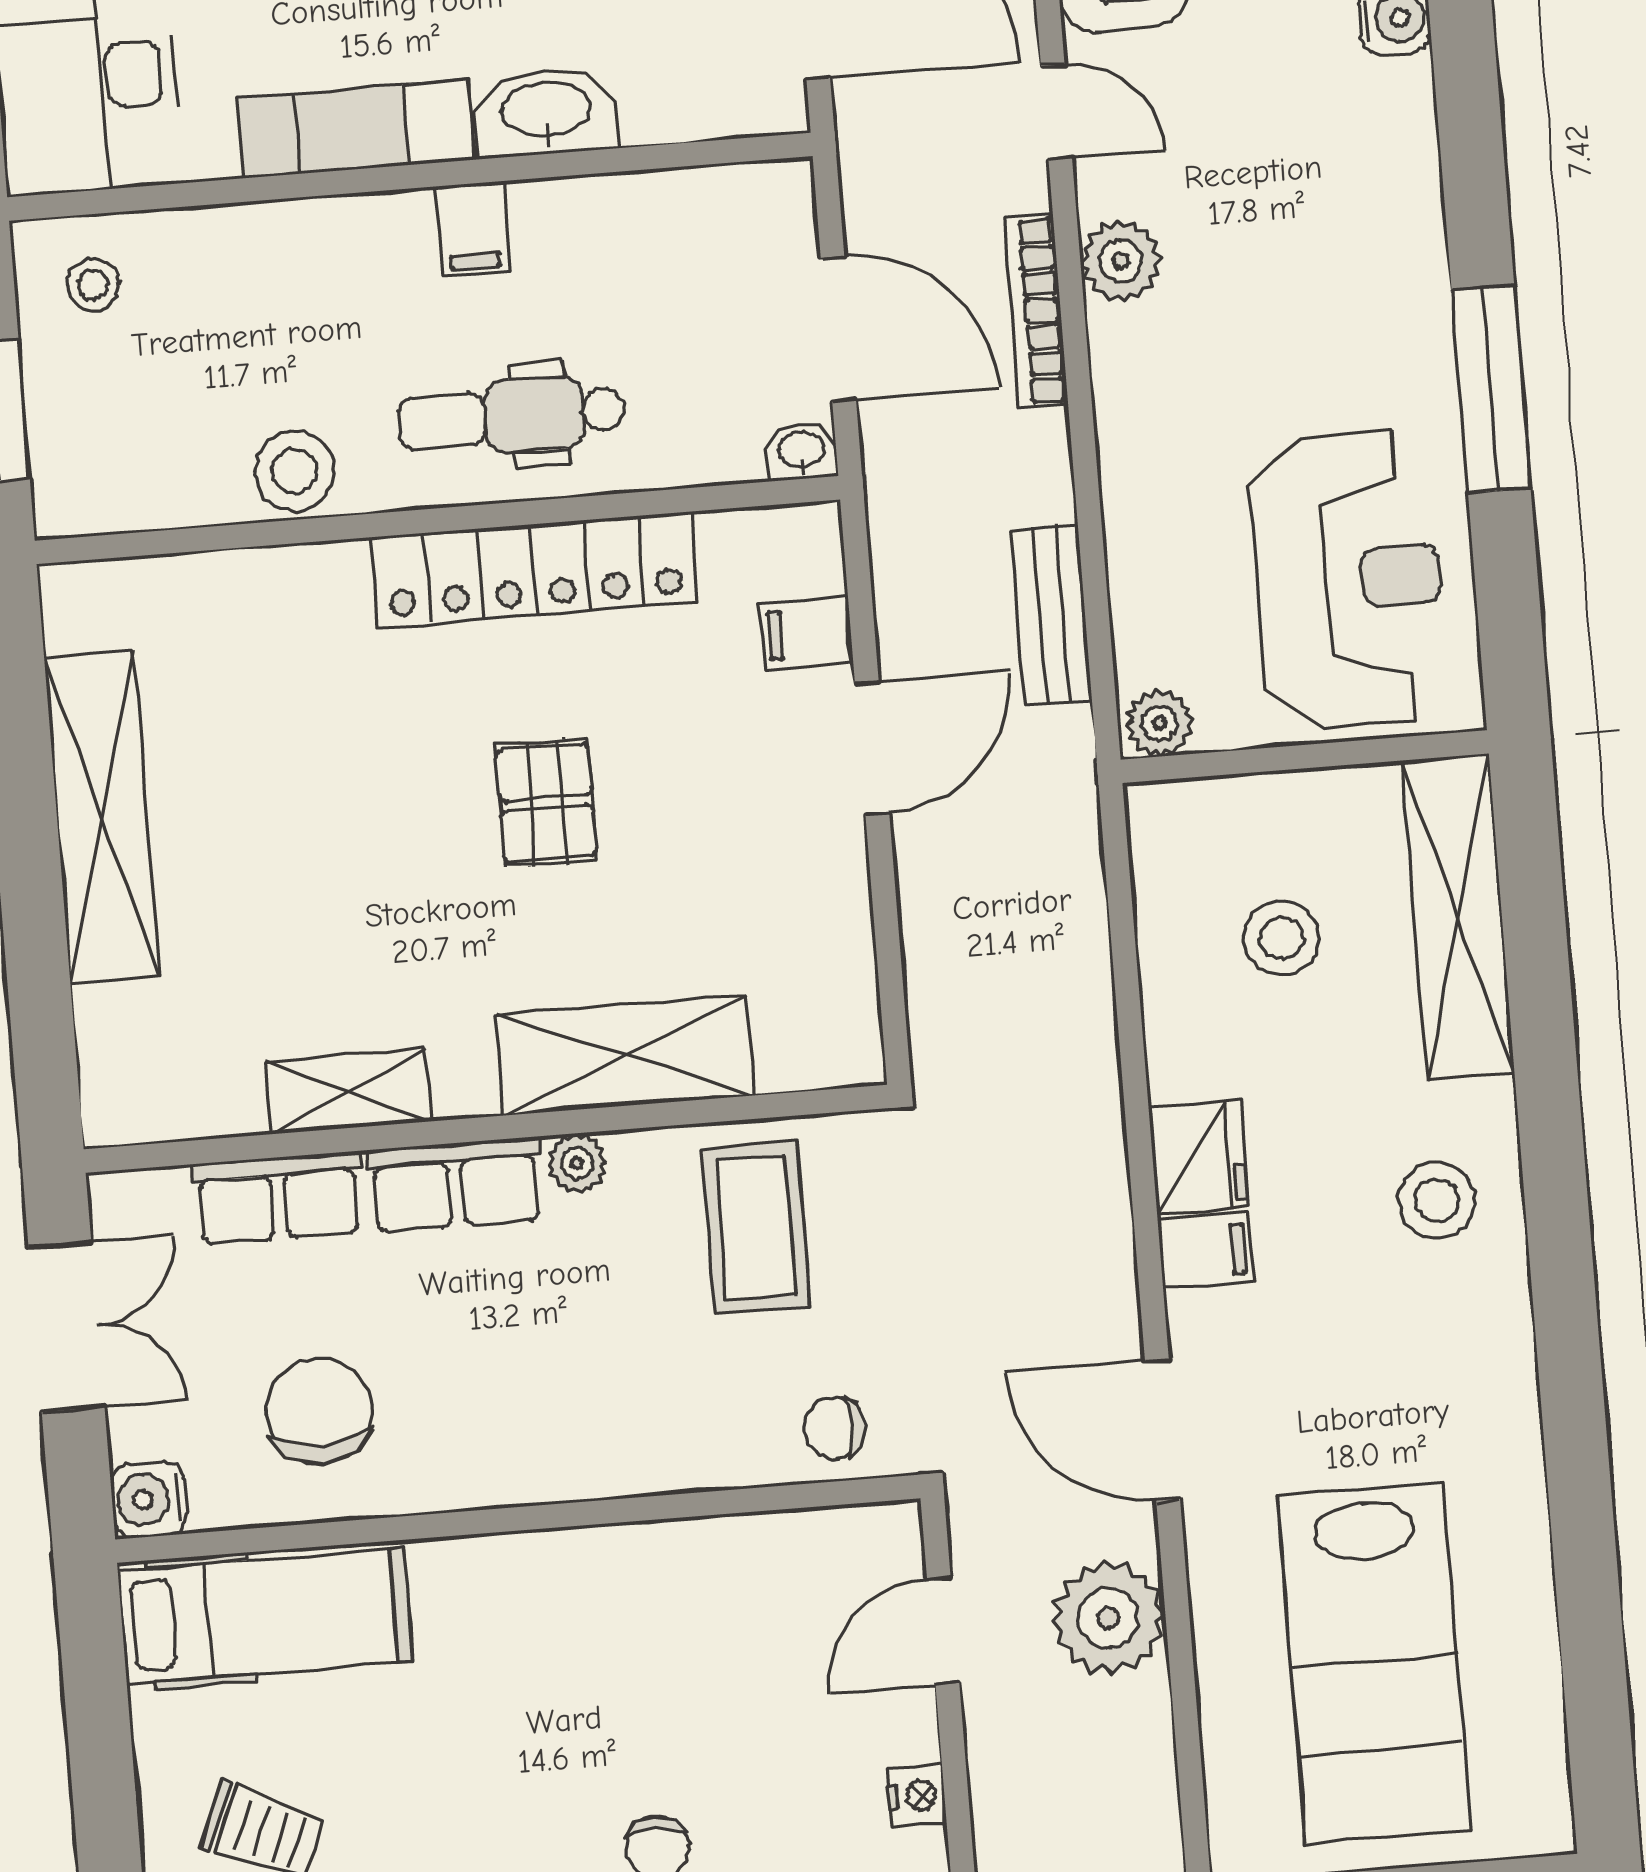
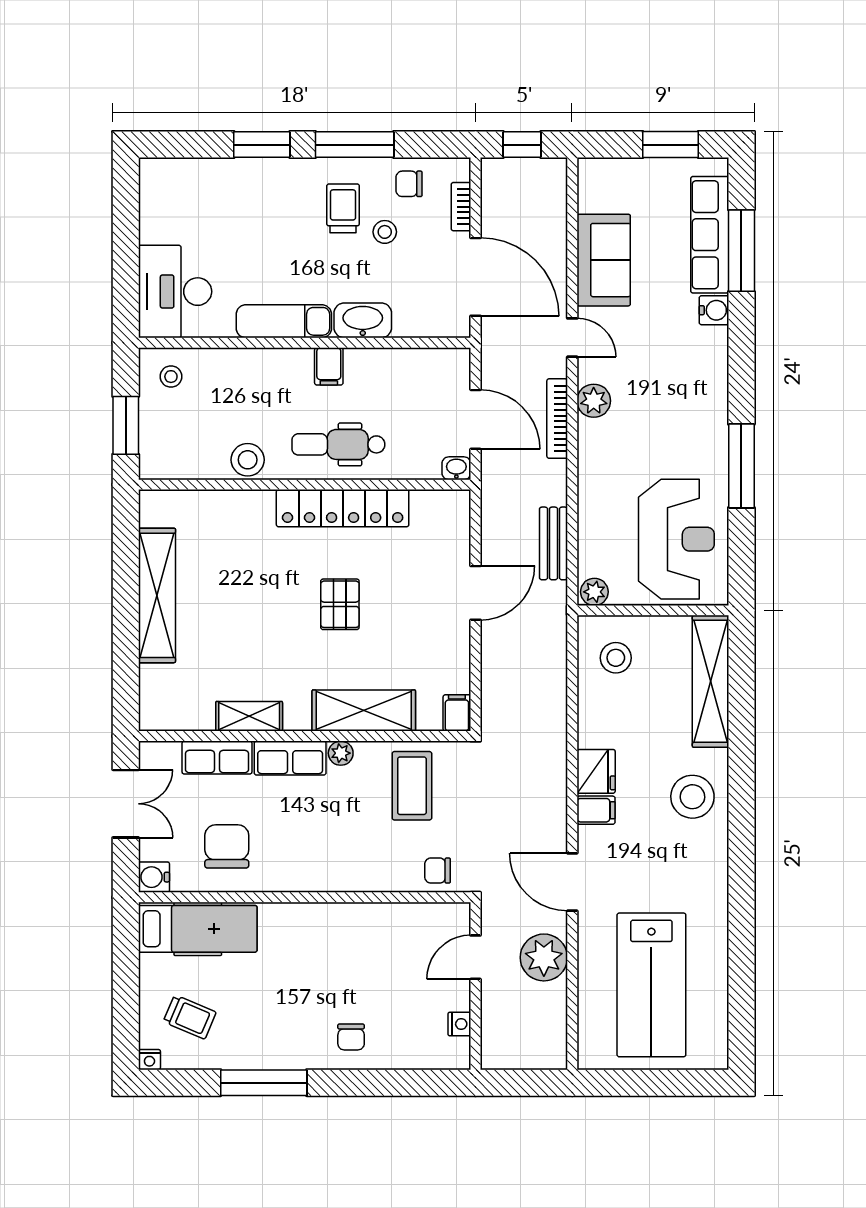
filing cabinet: (806, 633) -> (457, 713), moved, turned 90
stool: (1282, 938) -> (616, 658), moved
stool: (1437, 1200) -> (692, 797), width x1.38, depth x1.38

